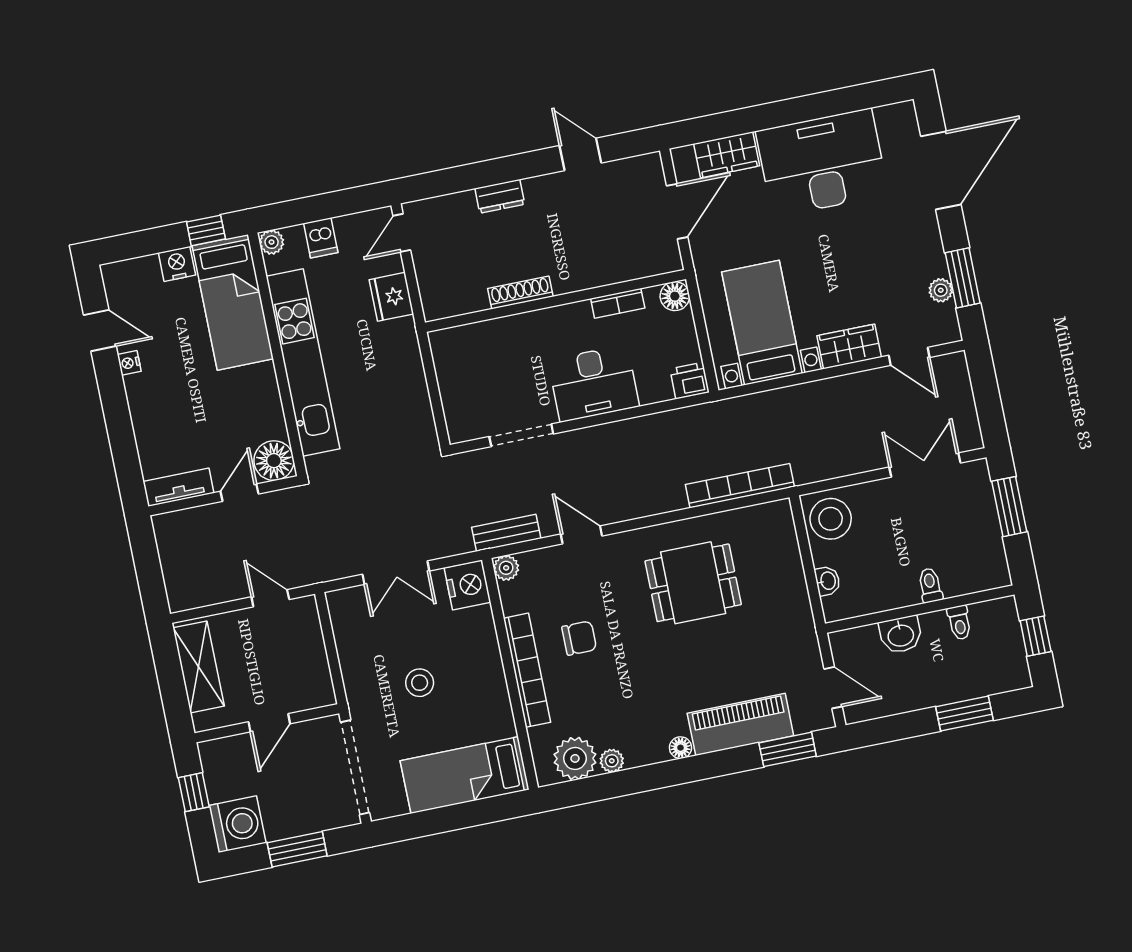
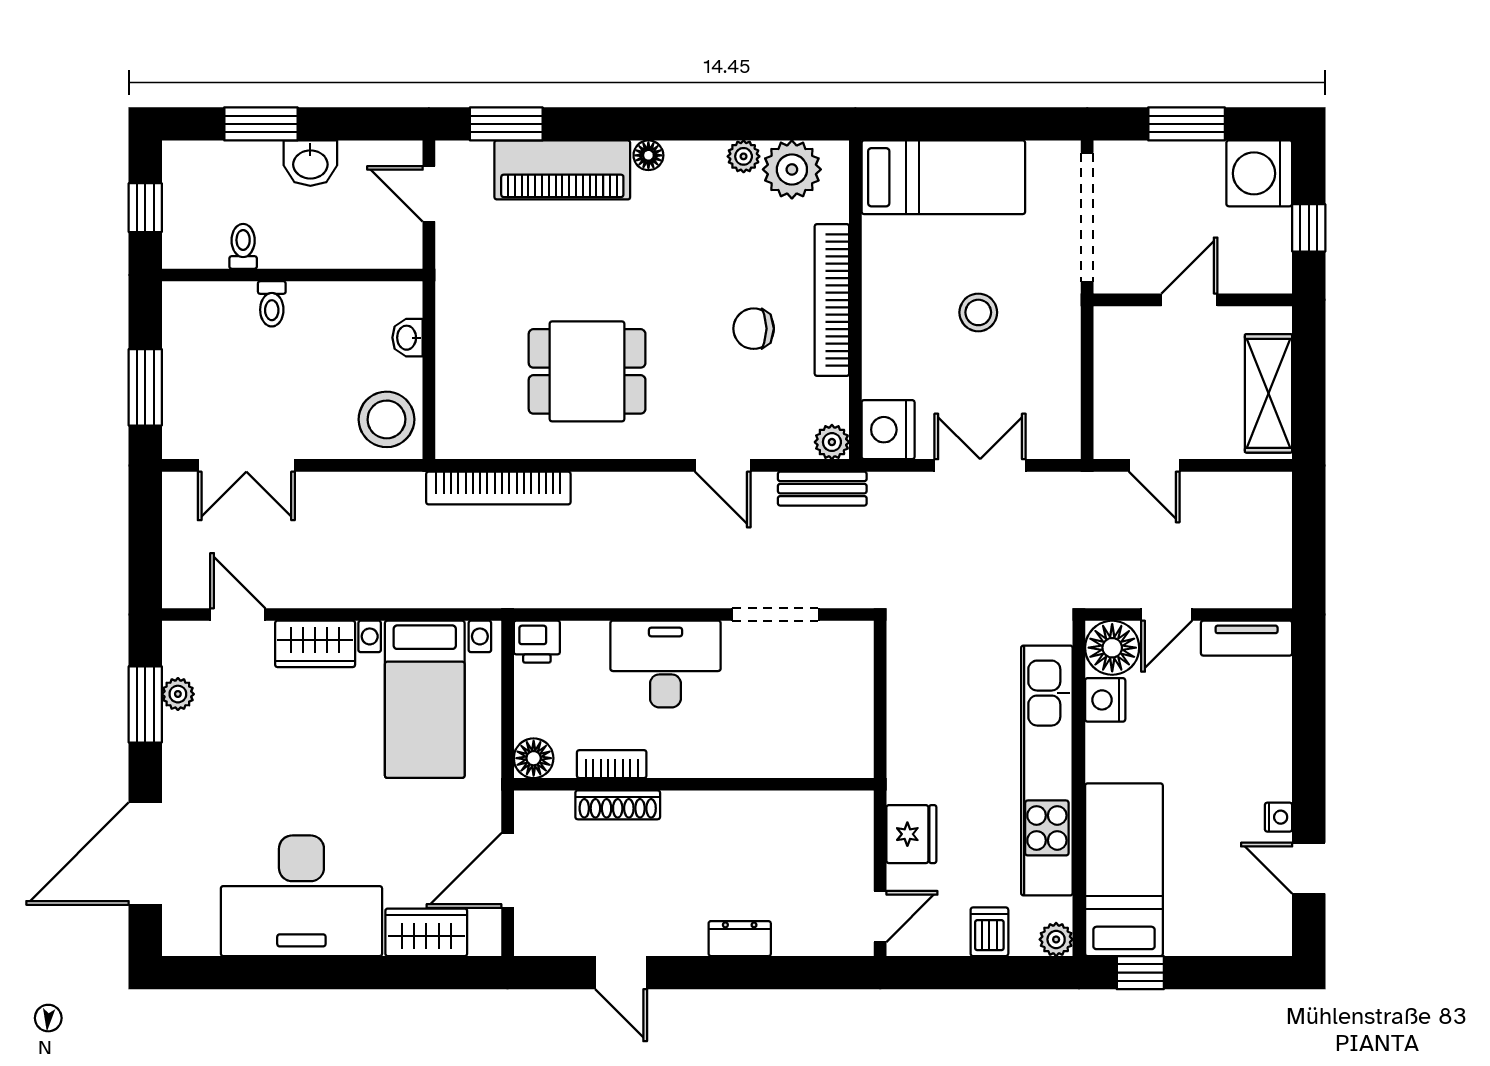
nightstand: (177, 264) -> (1105, 700), moved, turned 90
shoe rack: (520, 292) -> (618, 805), moved
washbasin: (901, 635) -> (310, 163), moved, turned 180

